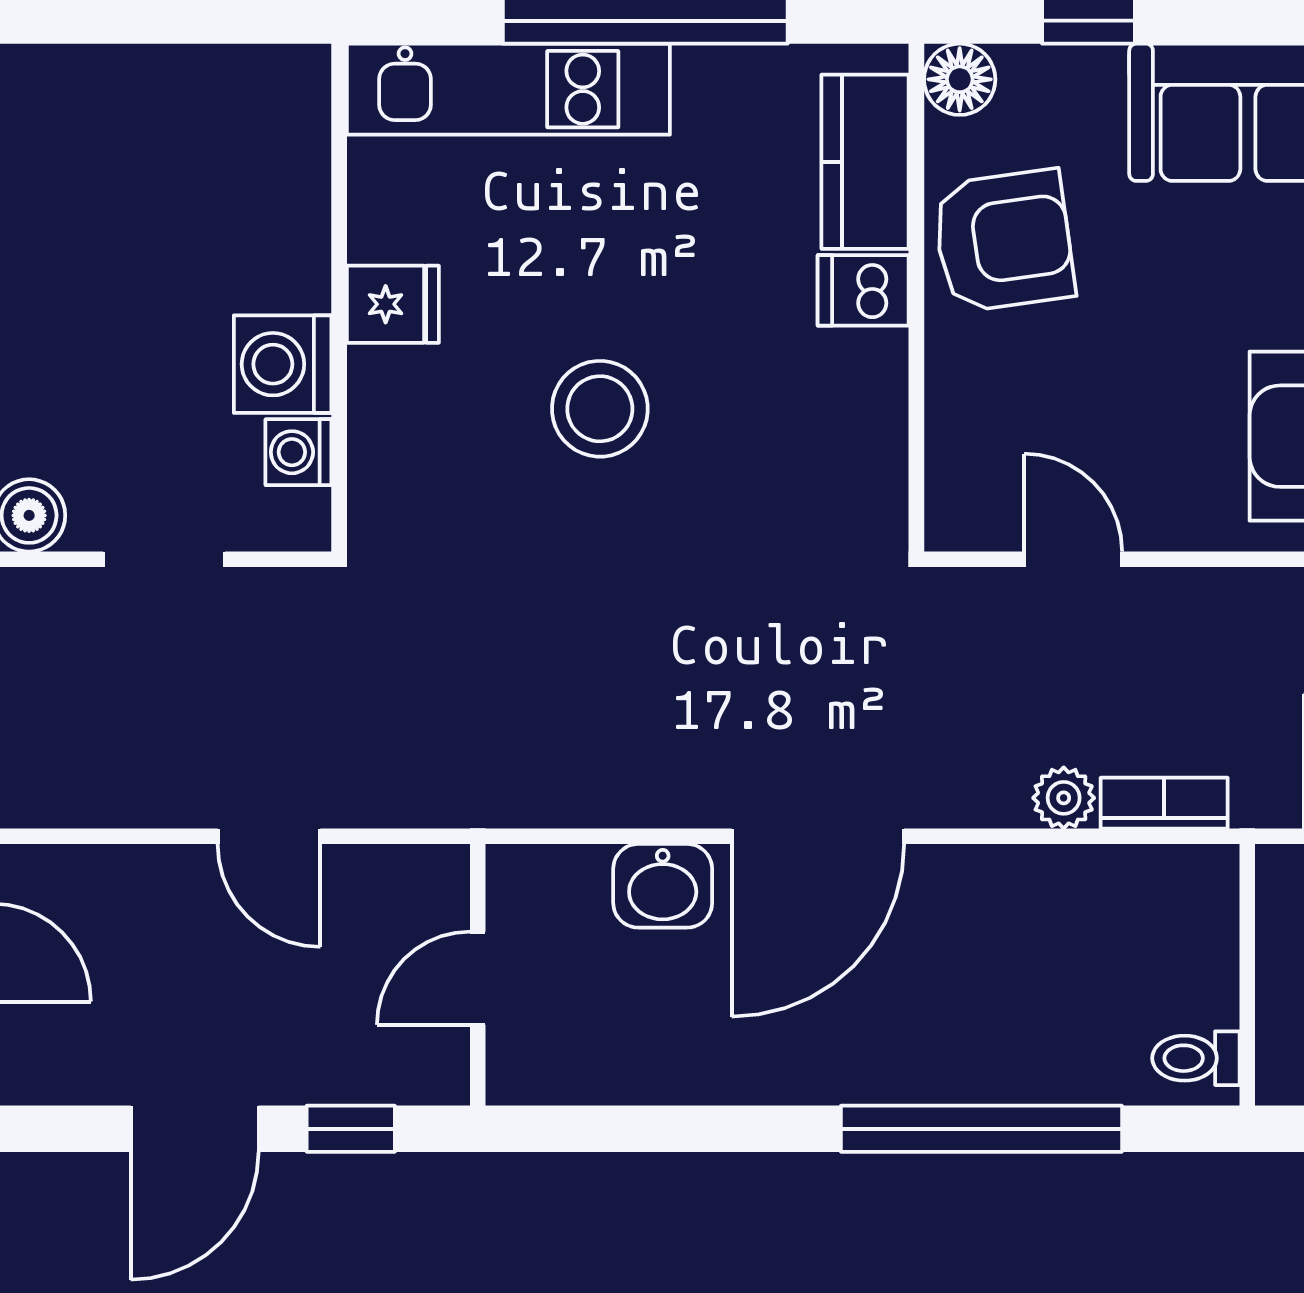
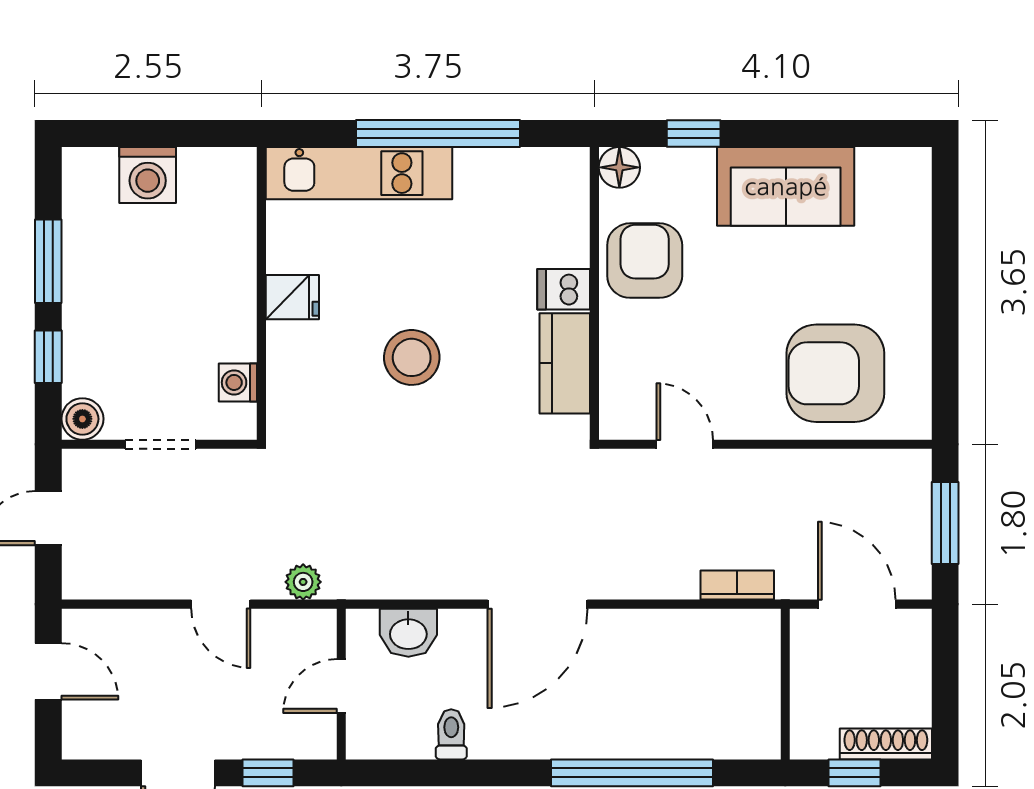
kitchen counter: (865, 162) -> (565, 363), moved
armchair: (1004, 241) -> (645, 261), turned -82
washing machine: (283, 364) -> (148, 175), moved, turned -90
plant: (1064, 798) -> (303, 582), moved
washbasin: (663, 886) -> (408, 633), moved
toilet: (1196, 1058) -> (451, 734), moved, turned 90

